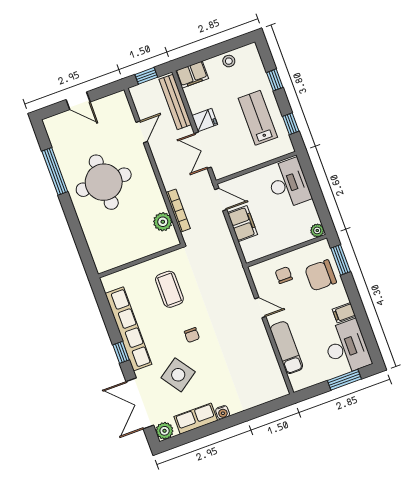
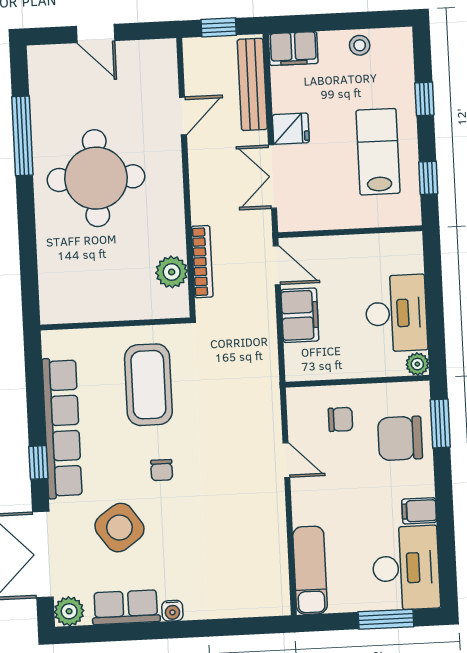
desk: (288, 184) -> (396, 313), moved
chair: (284, 275) -> (341, 419), turned 90
coffee table: (169, 289) -> (148, 385), width x1.36, depth x1.32
exam couch: (286, 348) -> (310, 570), moved

